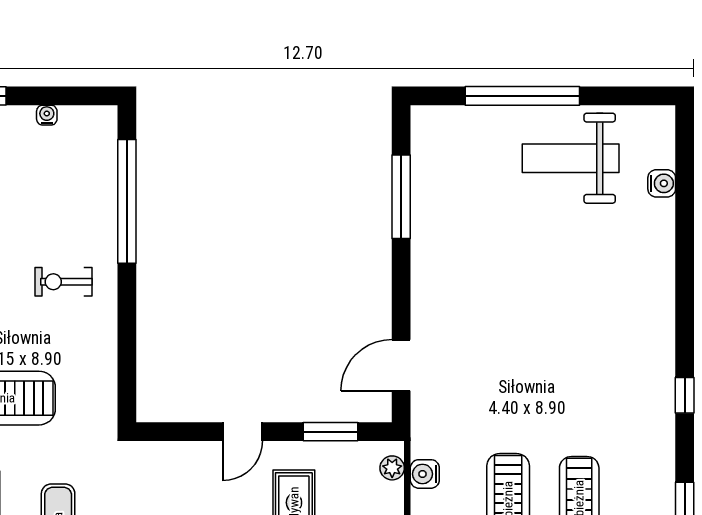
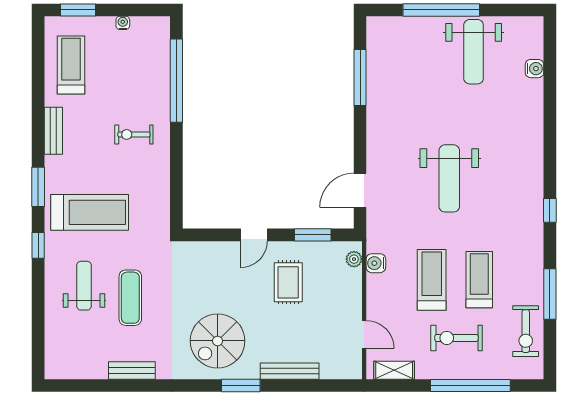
weight bench: (571, 158) -> (474, 52), turned -90
weight bench: (534, 347) -> (449, 178), added

